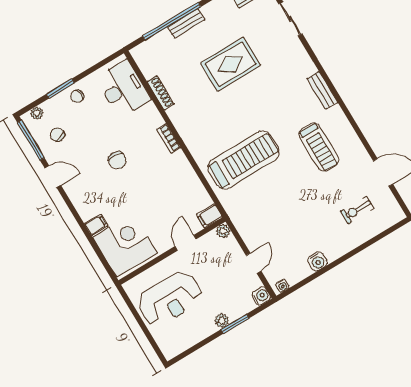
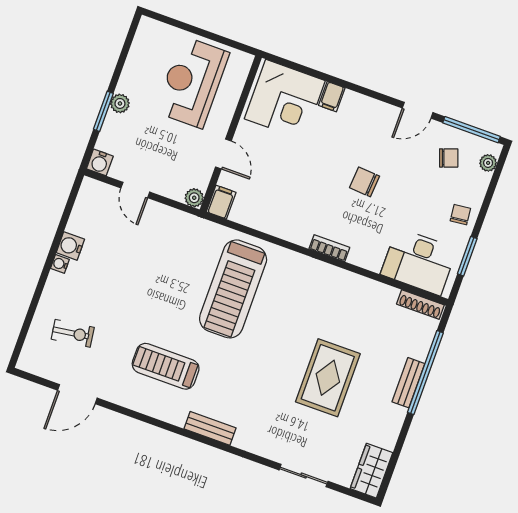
window: (60, 89) -> (467, 256), moved
shoe rack: (161, 93) -> (420, 305), moved
exercise bike: (357, 210) -> (73, 333), turned 82
water cooler: (282, 286) -> (60, 264), moved

